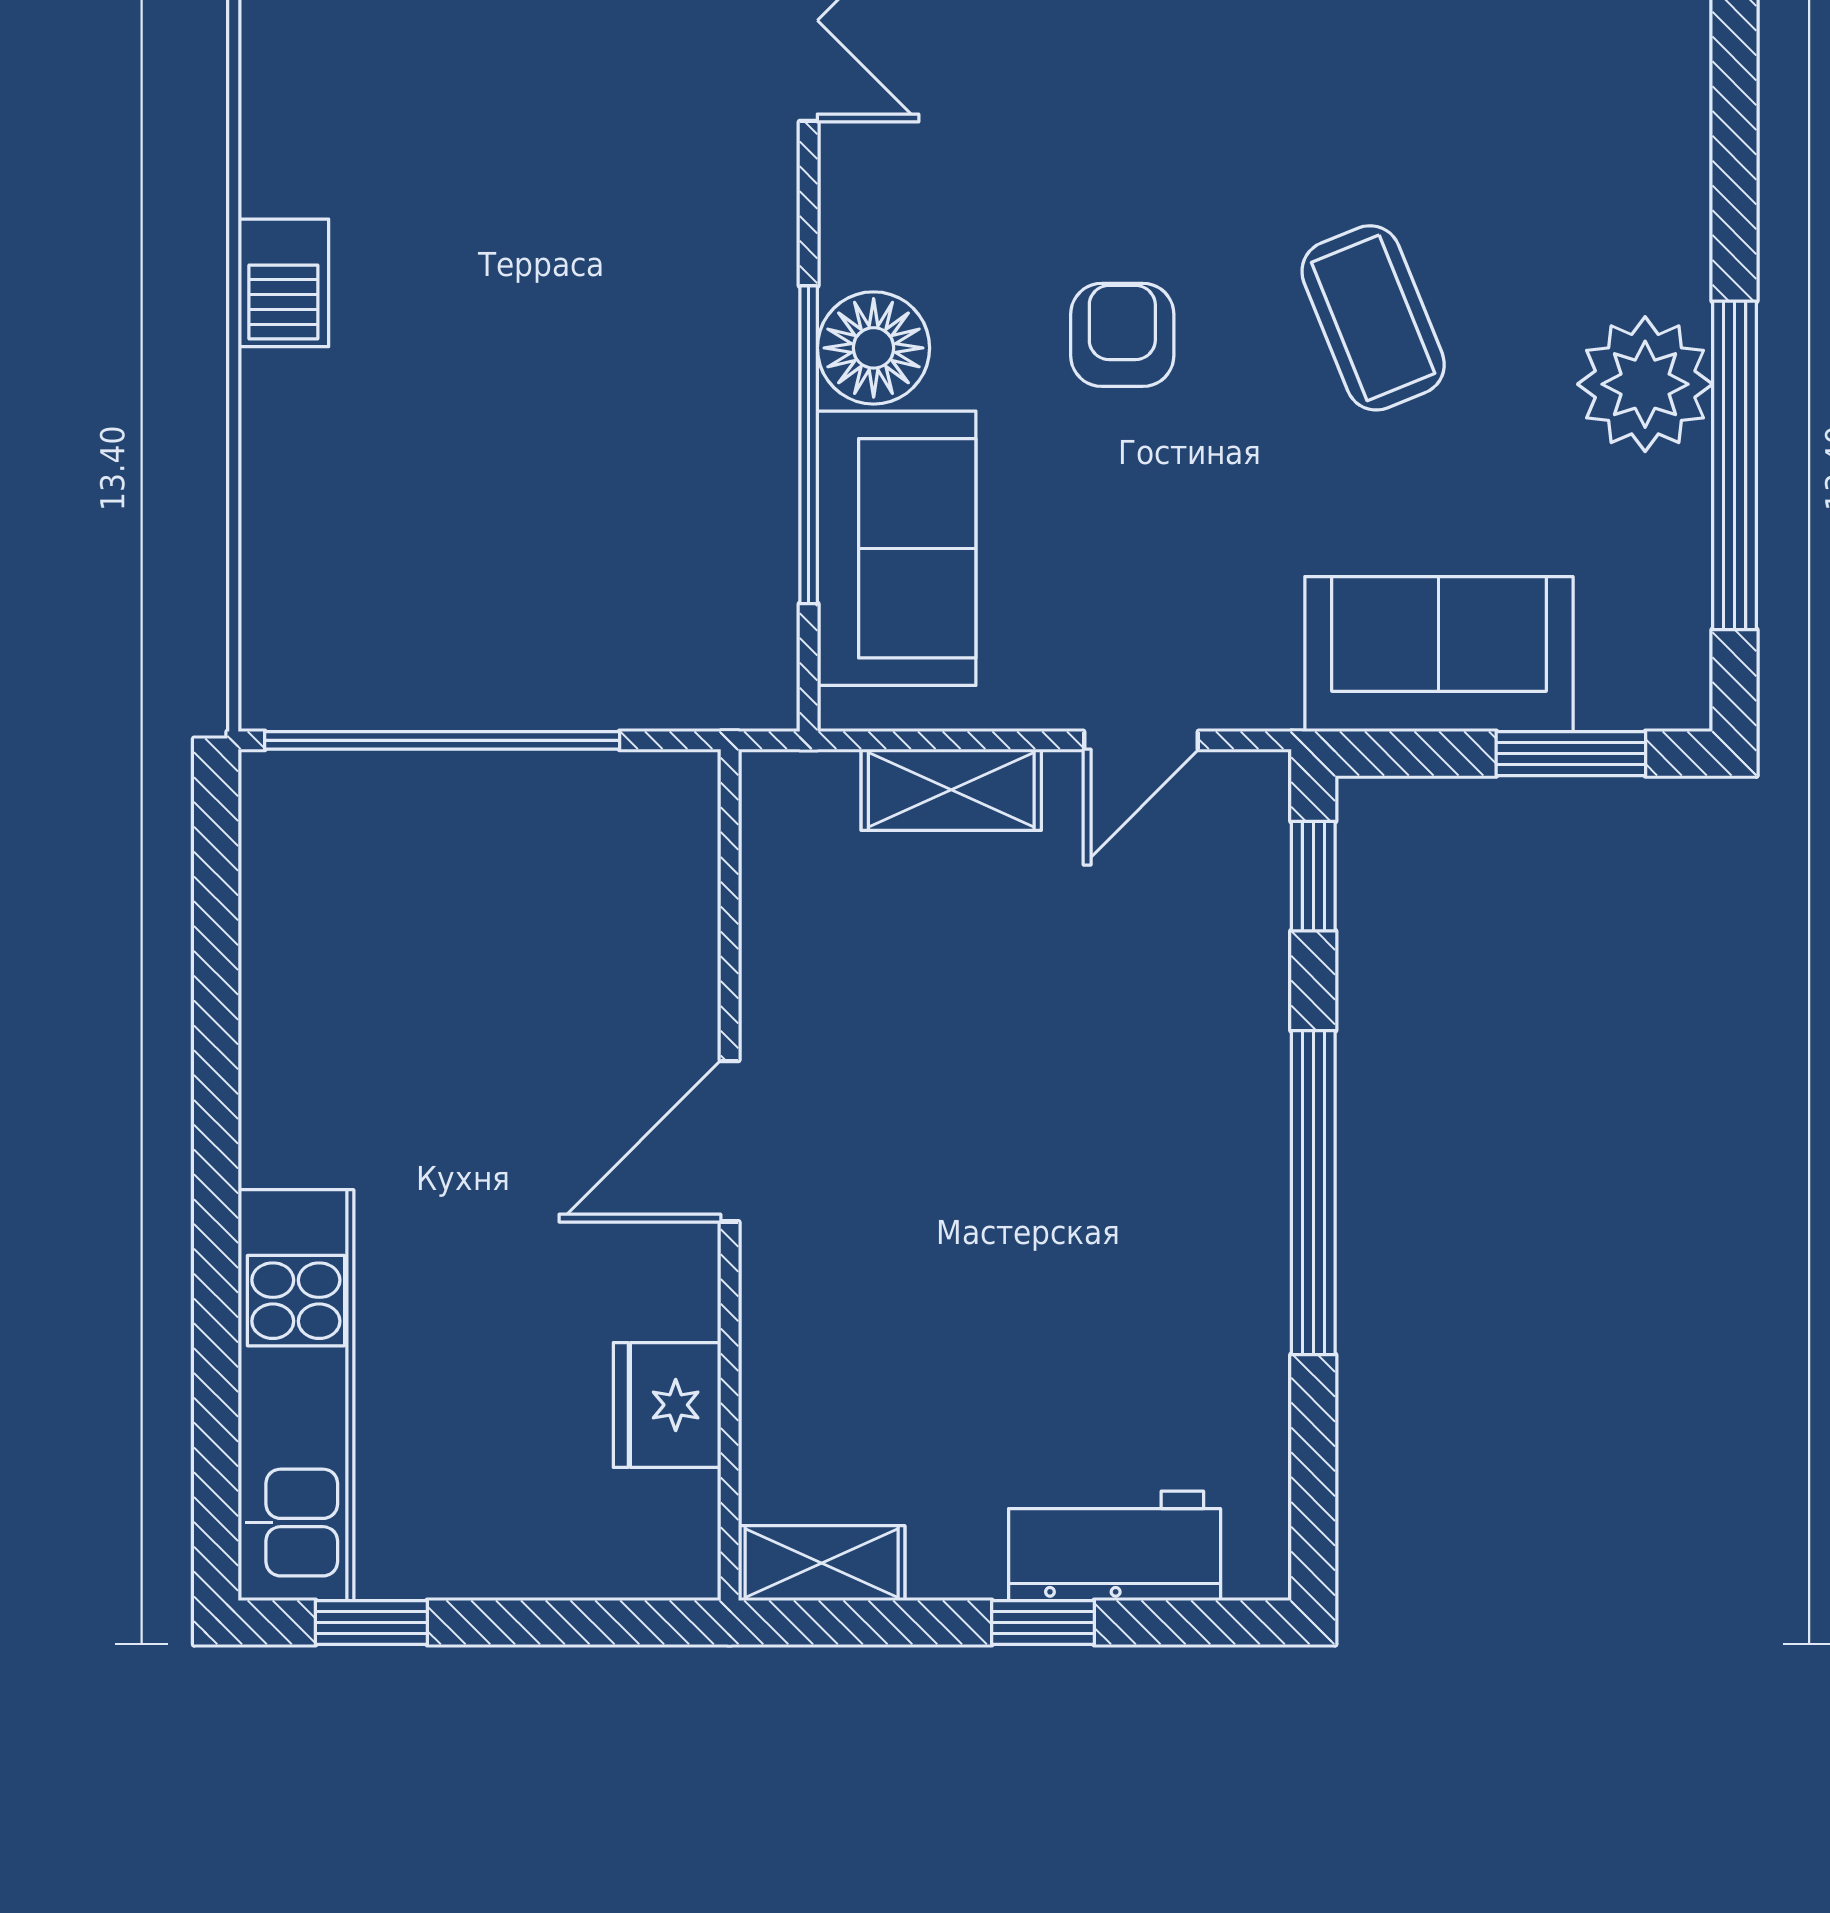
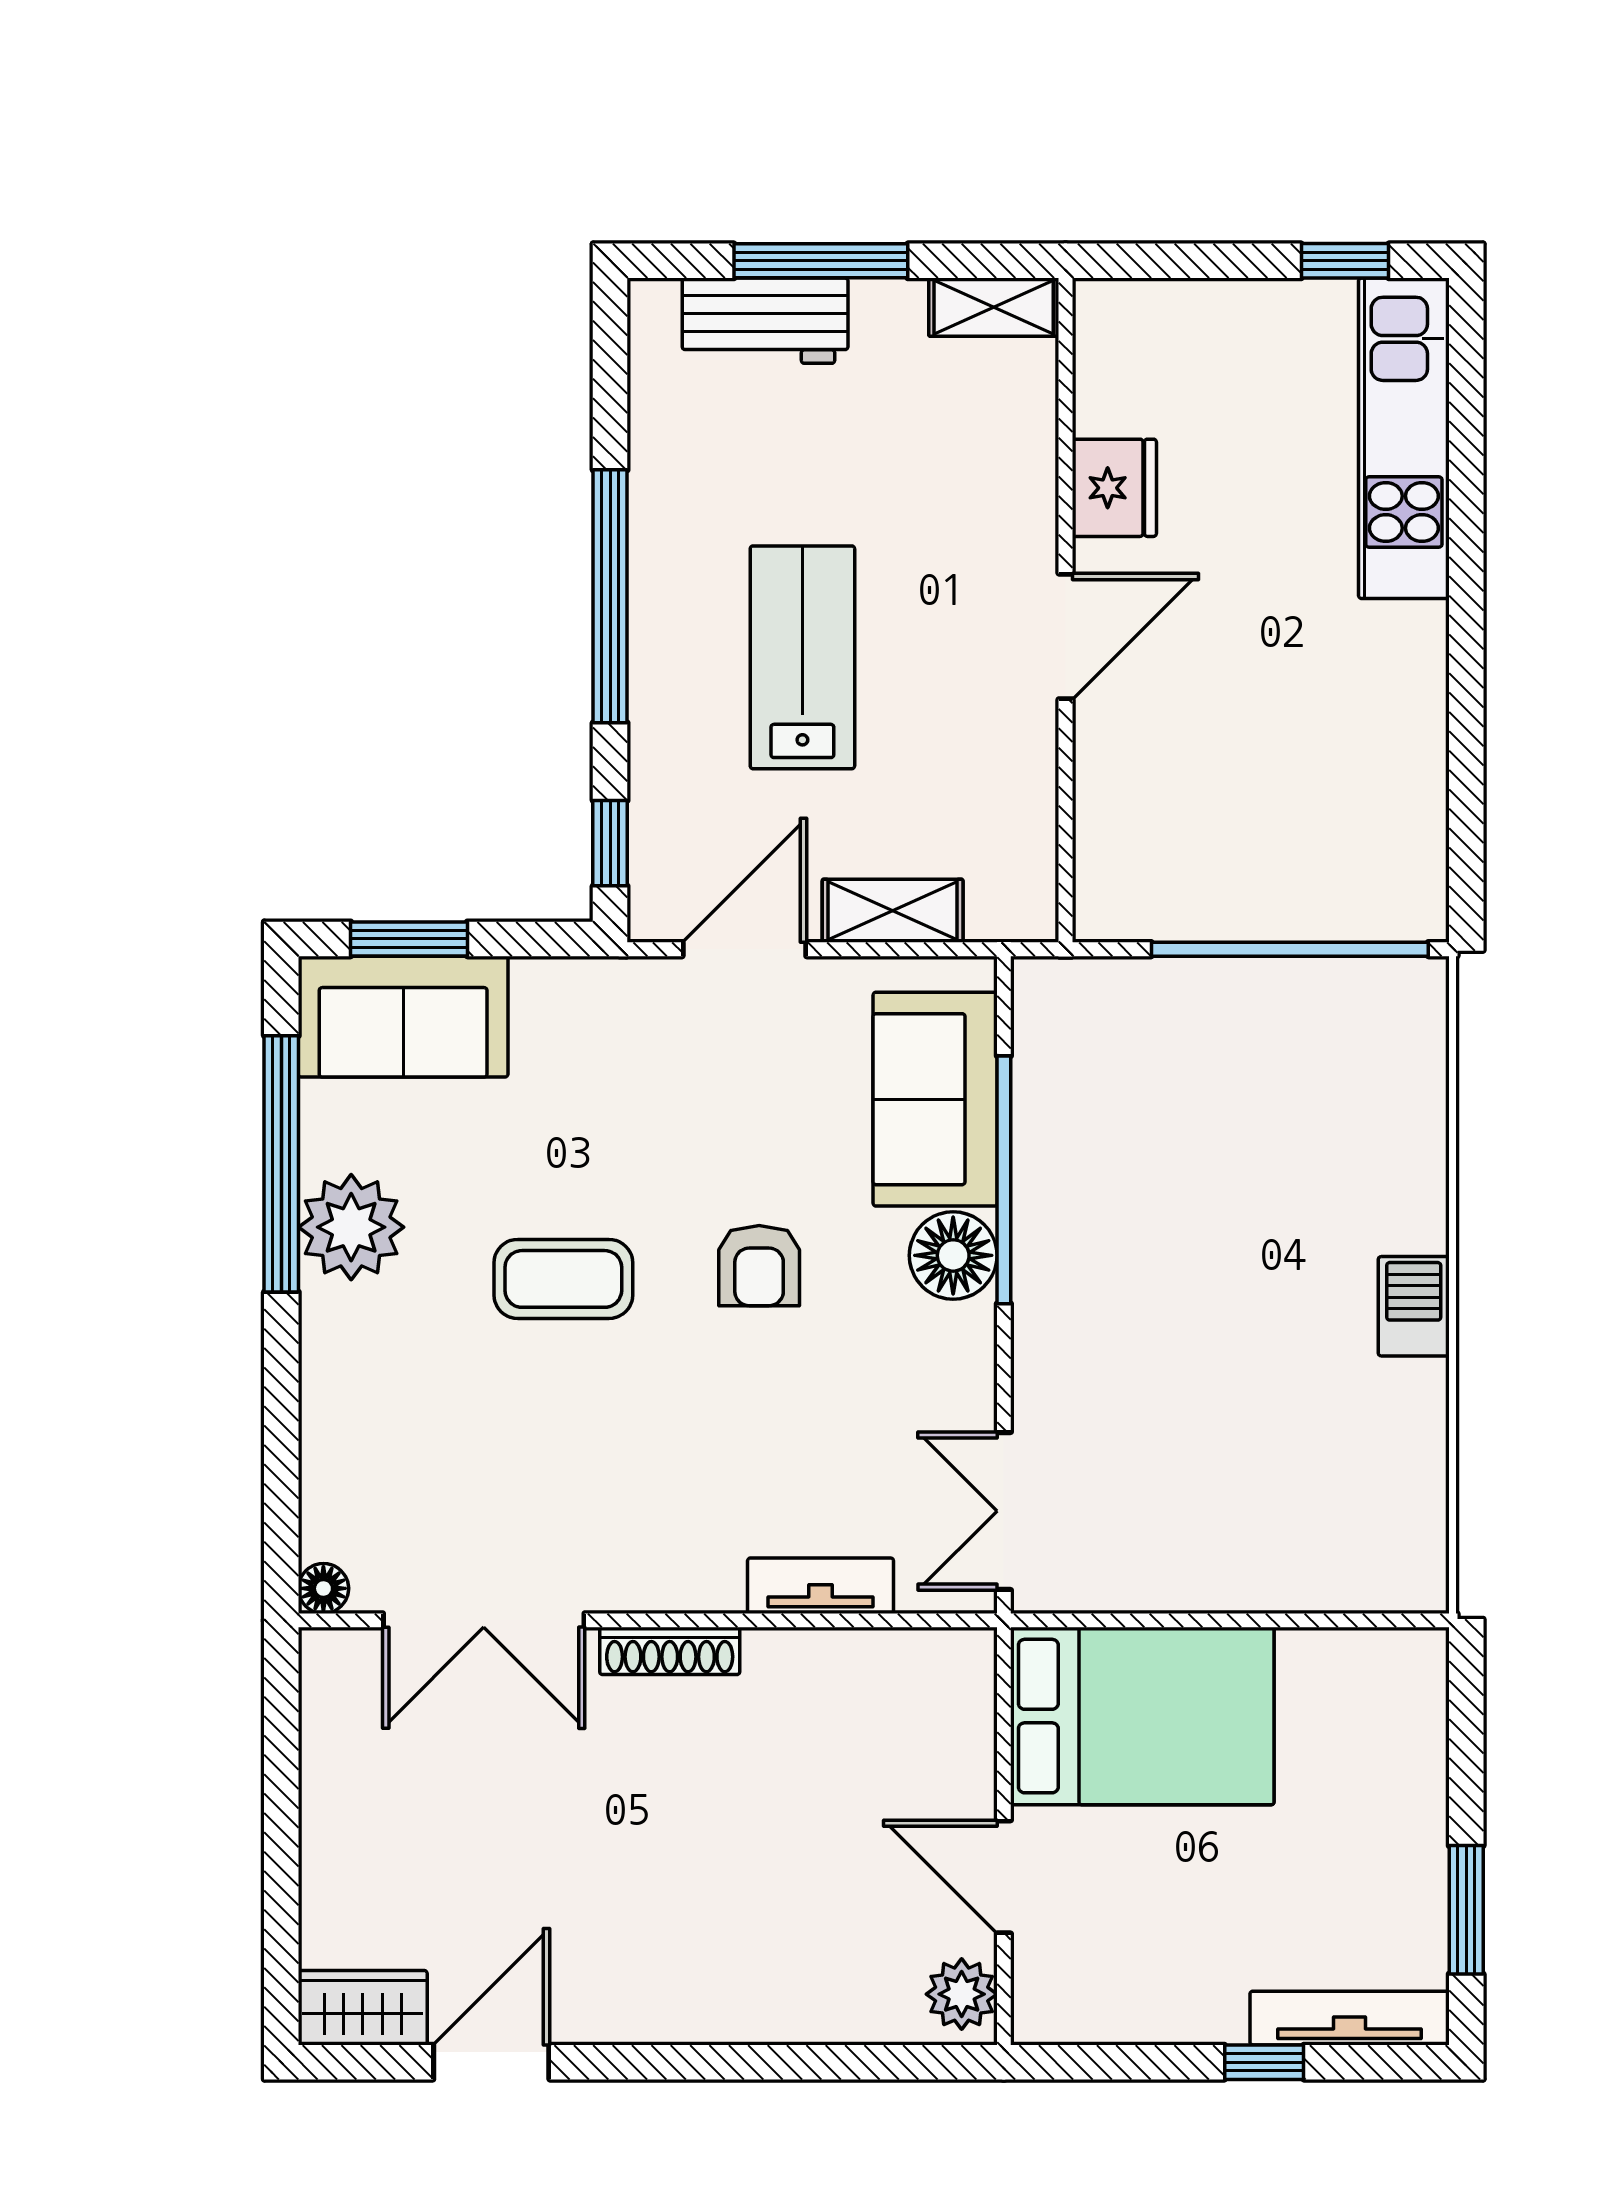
coffee table: (1373, 318) -> (563, 1279), turned -68
sofa: (1439, 654) -> (403, 1017), moved
door: (1141, 740) -> (744, 949), width x1.38
lab bench: (1067, 1114) -> (802, 657), added
fridge: (667, 1405) -> (1114, 488), moved
window: (1043, 1623) -> (821, 261), width x2.17

